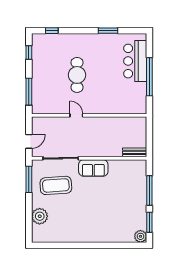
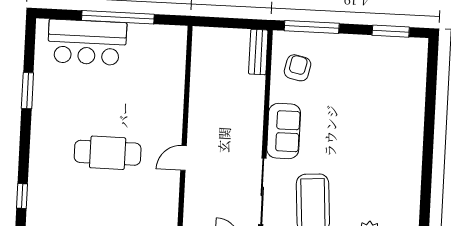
armchair: (127, 174) -> (298, 68), added
window: (149, 190) -> (312, 27), moved
plant: (140, 236) -> (416, 49), removed

